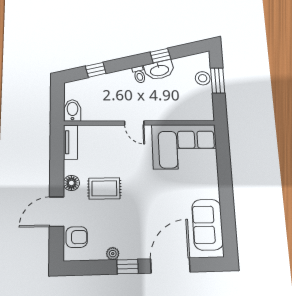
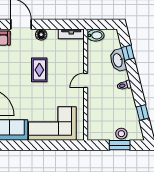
window: (160, 56) -> (142, 112), moved
washbasin: (159, 70) -> (118, 60), moved
corner sofa: (185, 147) -> (52, 124), moved, turned 90
rug: (104, 188) -> (39, 70), moved

